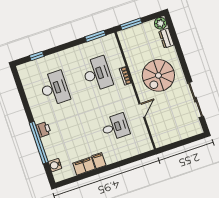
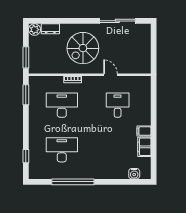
spiral stairs: (158, 75) -> (83, 48), turned 90
printer: (43, 129) -> (97, 173), removed
window: (39, 143) -> (73, 182), moved

